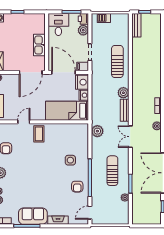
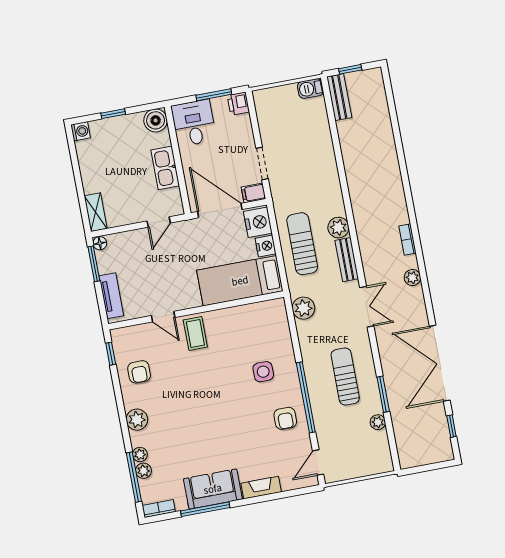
barbecue: (104, 18) -> (310, 89), moved
boiler: (39, 19) -> (156, 120), added
plant: (83, 30) -> (242, 125), removed
sun lounger: (117, 62) -> (302, 244), moved
door: (31, 72) -> (159, 222), width x0.53
door: (24, 122) -> (163, 317), swing flipped
double door: (130, 137) -> (367, 307), swing flipped

